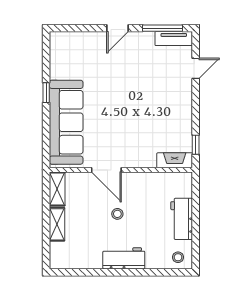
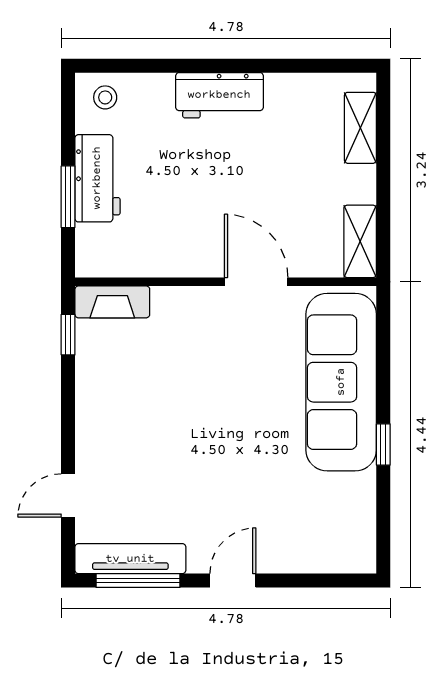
tv unit: (174, 39) -> (130, 559), width x1.41
window: (196, 210) -> (68, 197), added
stool: (117, 214) -> (233, 189), removed
shelving: (57, 224) -> (360, 128), moved

